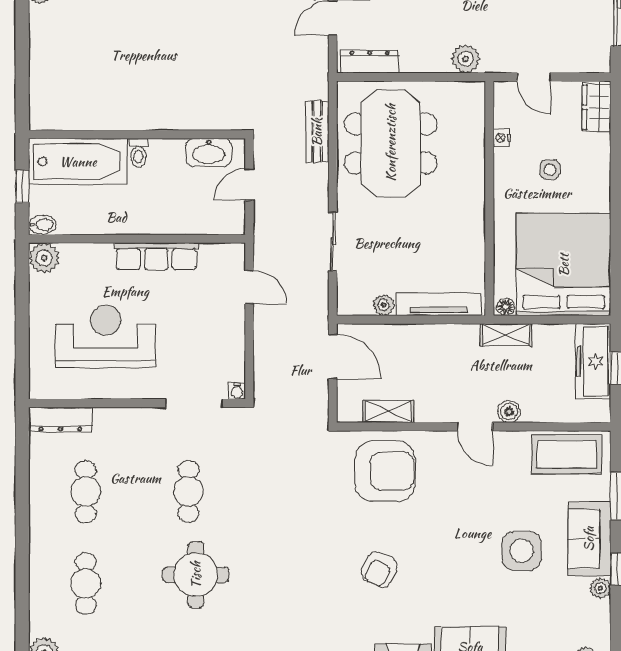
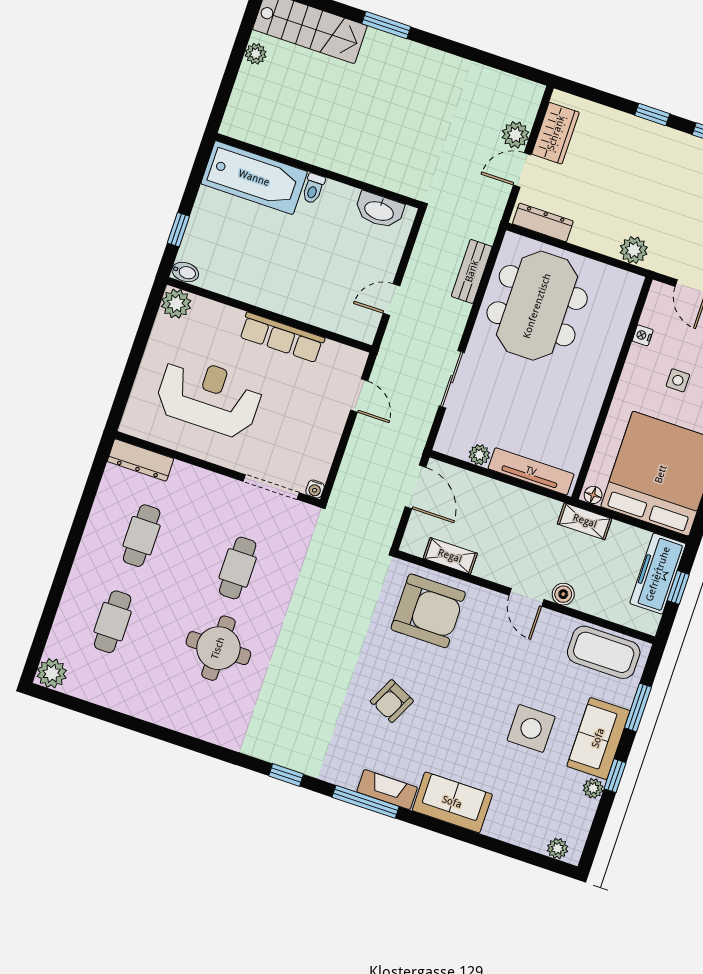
wall: (137, 134) -> (318, 171), moved
washbasin: (209, 152) -> (379, 210), moved
toilet: (138, 153) -> (313, 188), moved
bathtub: (78, 162) -> (254, 178), moved

